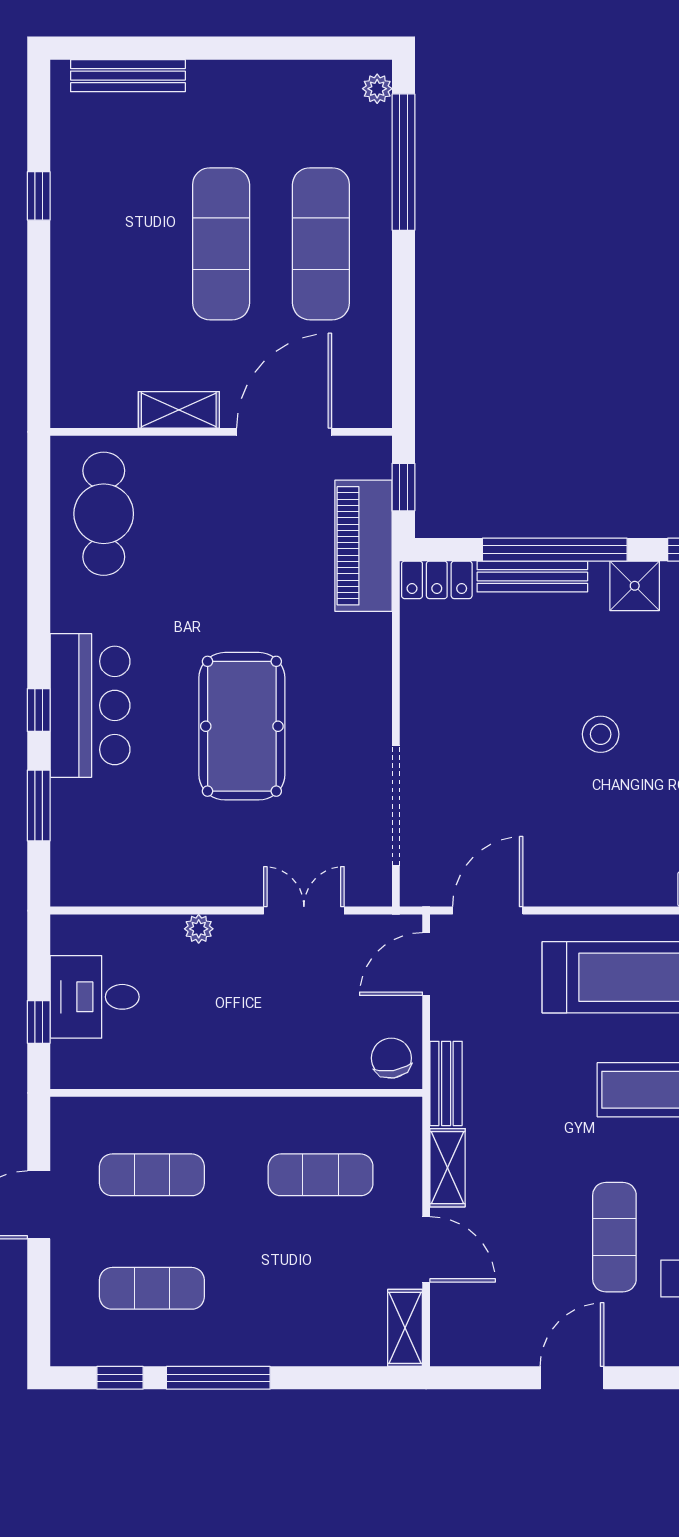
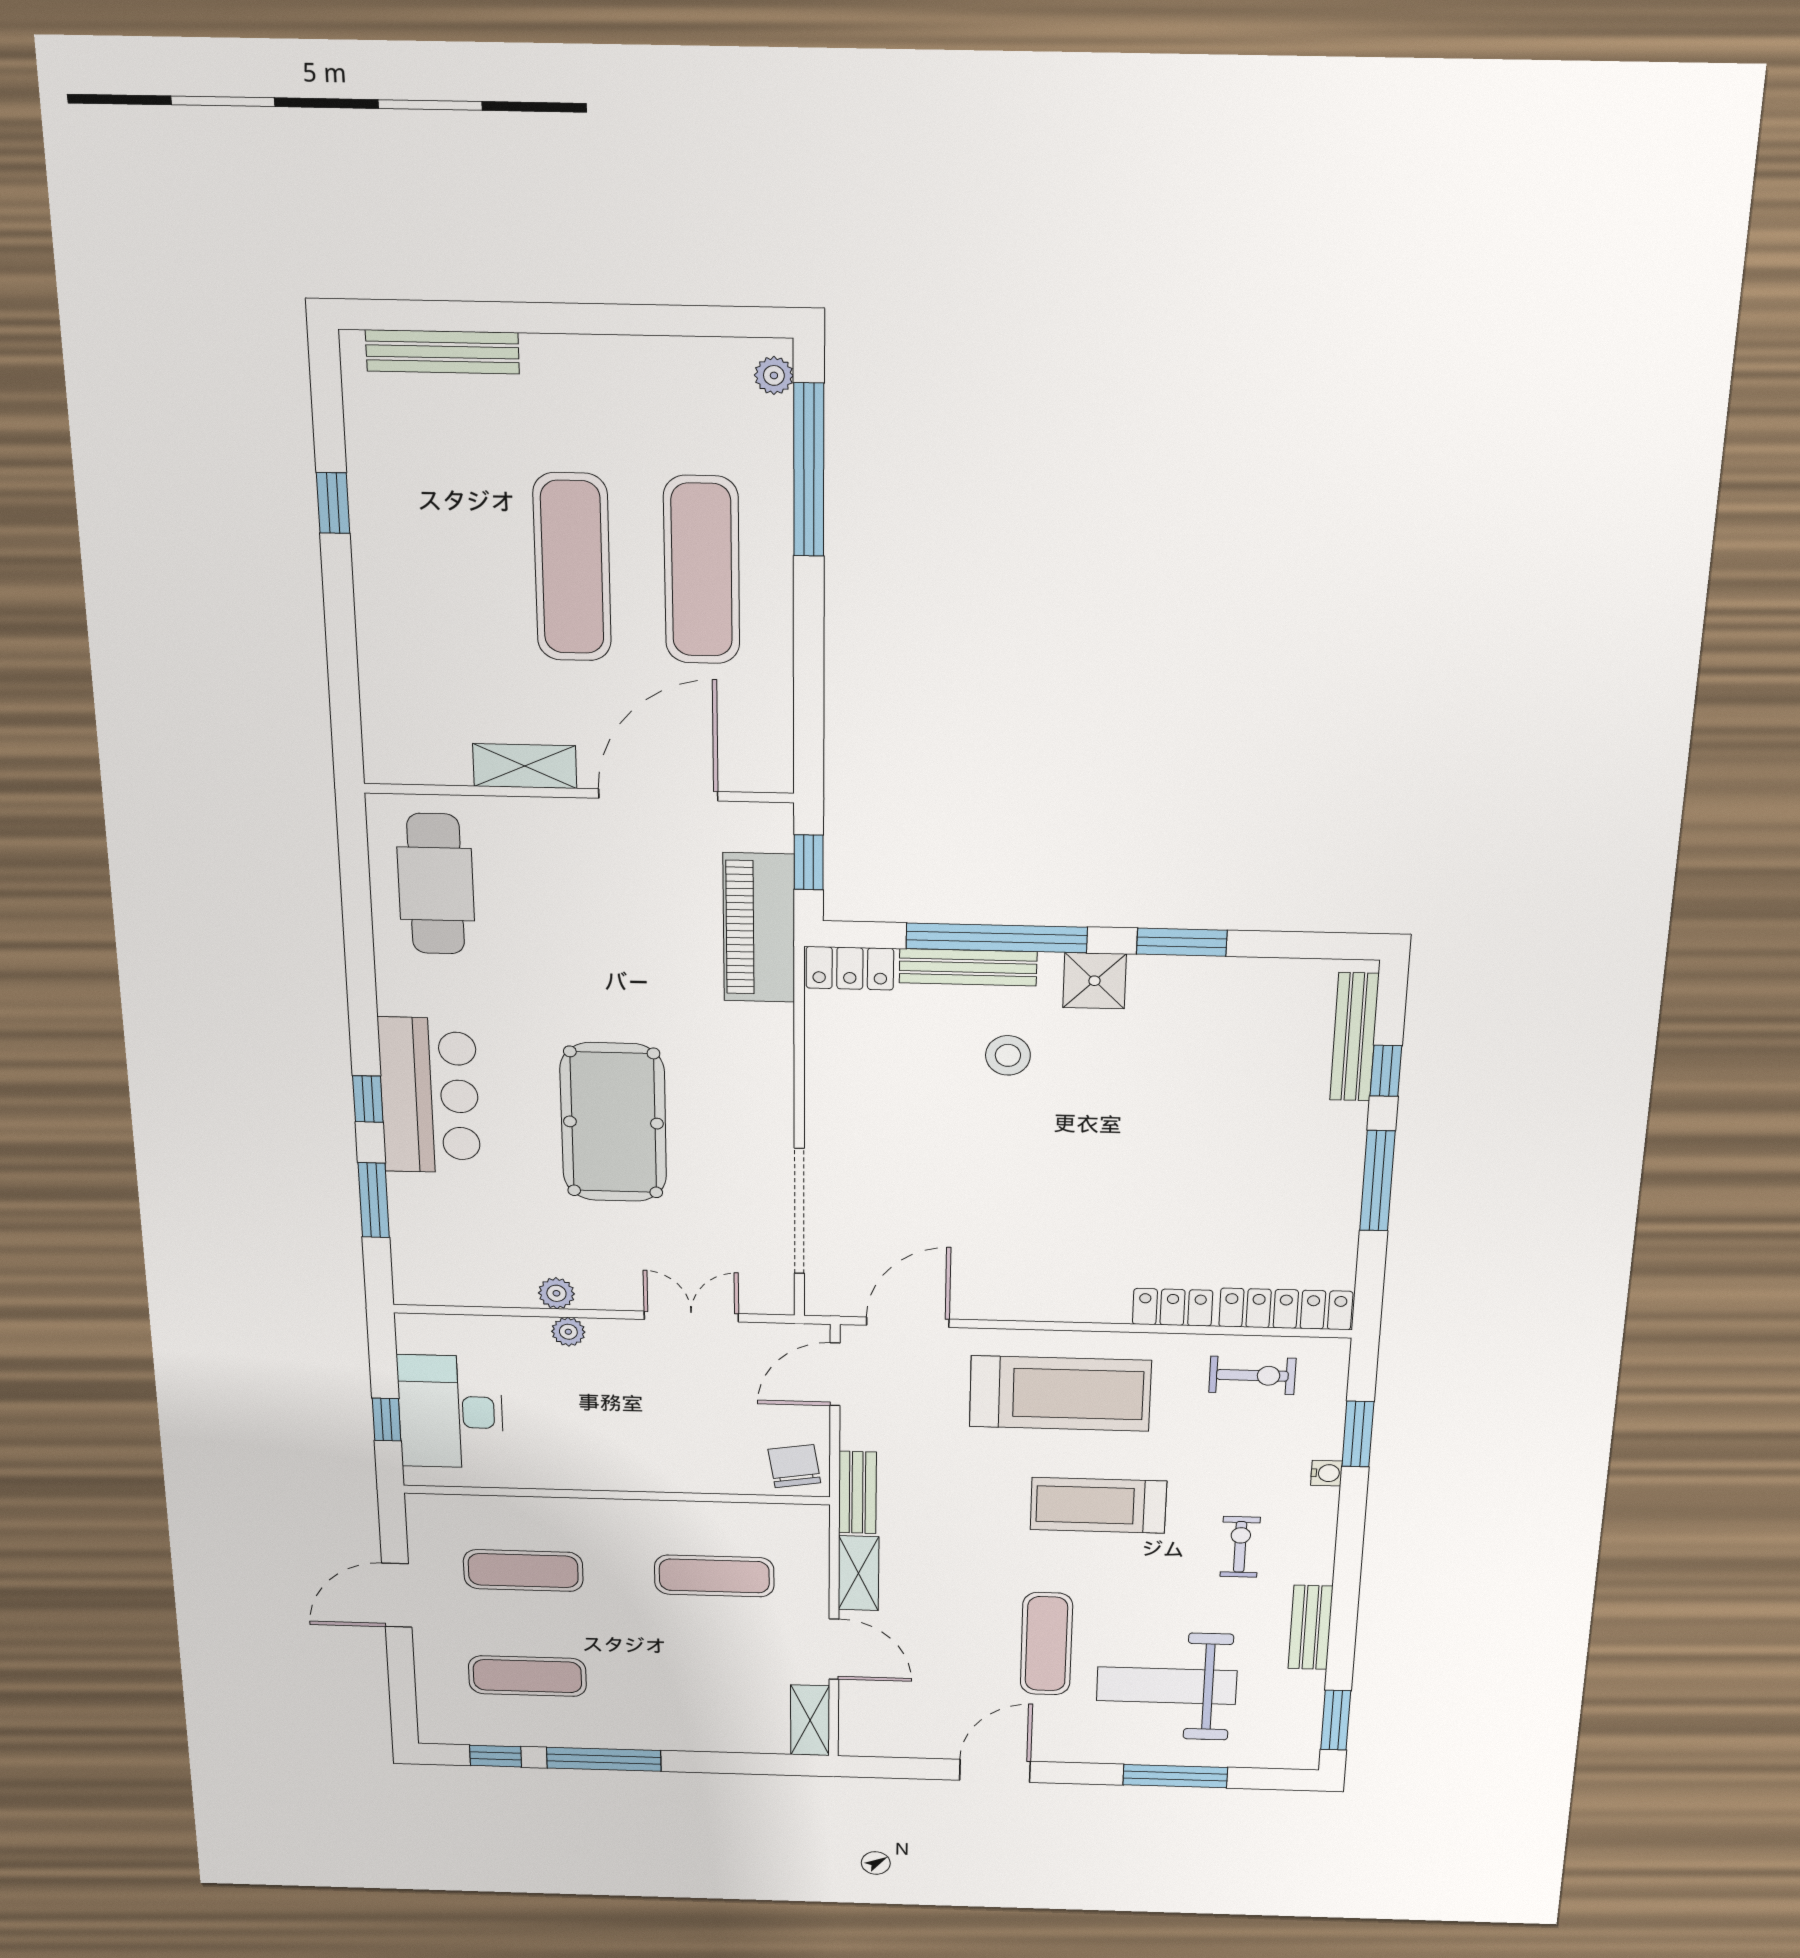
stool: (601, 734) -> (1008, 1055), moved
plant: (190, 891) -> (556, 1293), added
desk: (95, 997) -> (451, 1412), width x1.37

